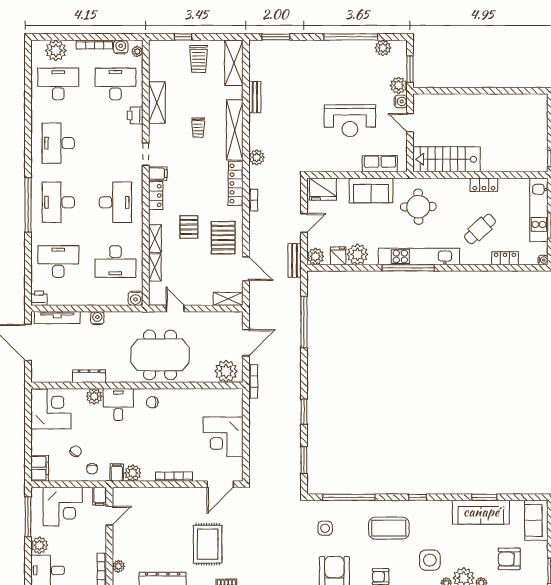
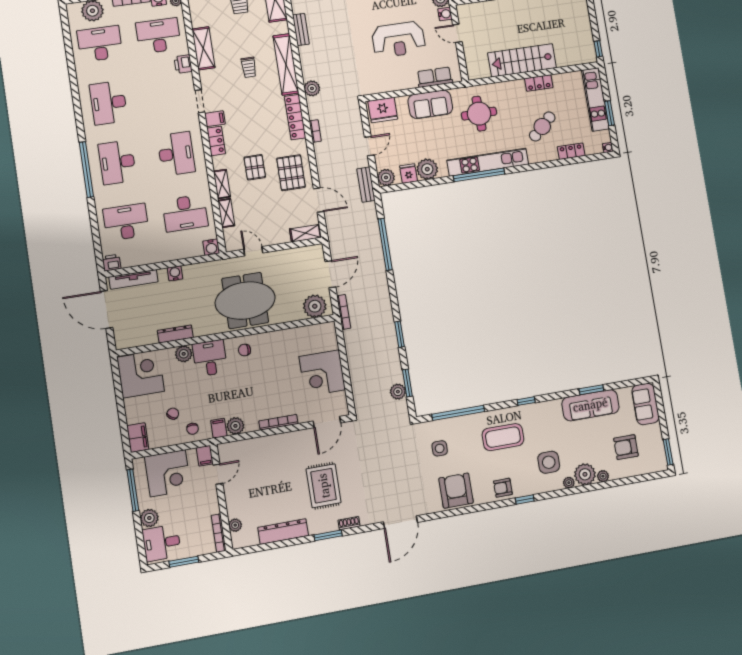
stairs: (446, 159) -> (522, 60), moved
plant: (293, 467) -> (398, 392), added

